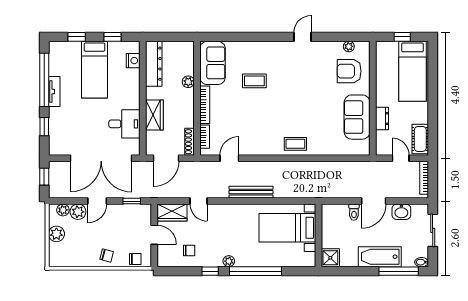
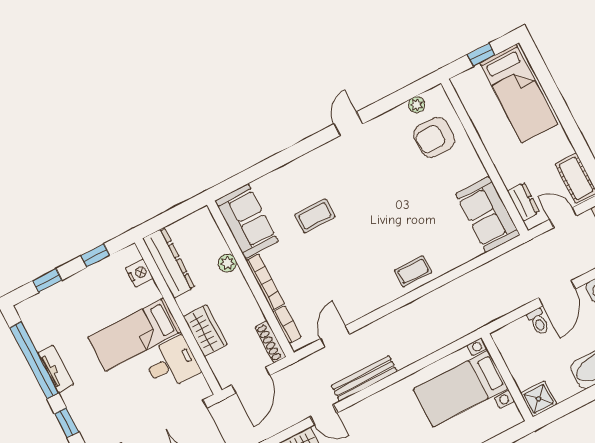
bed: (94, 70) -> (135, 335), moved, turned 90
sofa: (357, 117) -> (488, 214), moved
dresser: (382, 119) -> (523, 202), moved
bench: (251, 192) -> (364, 378), moved

